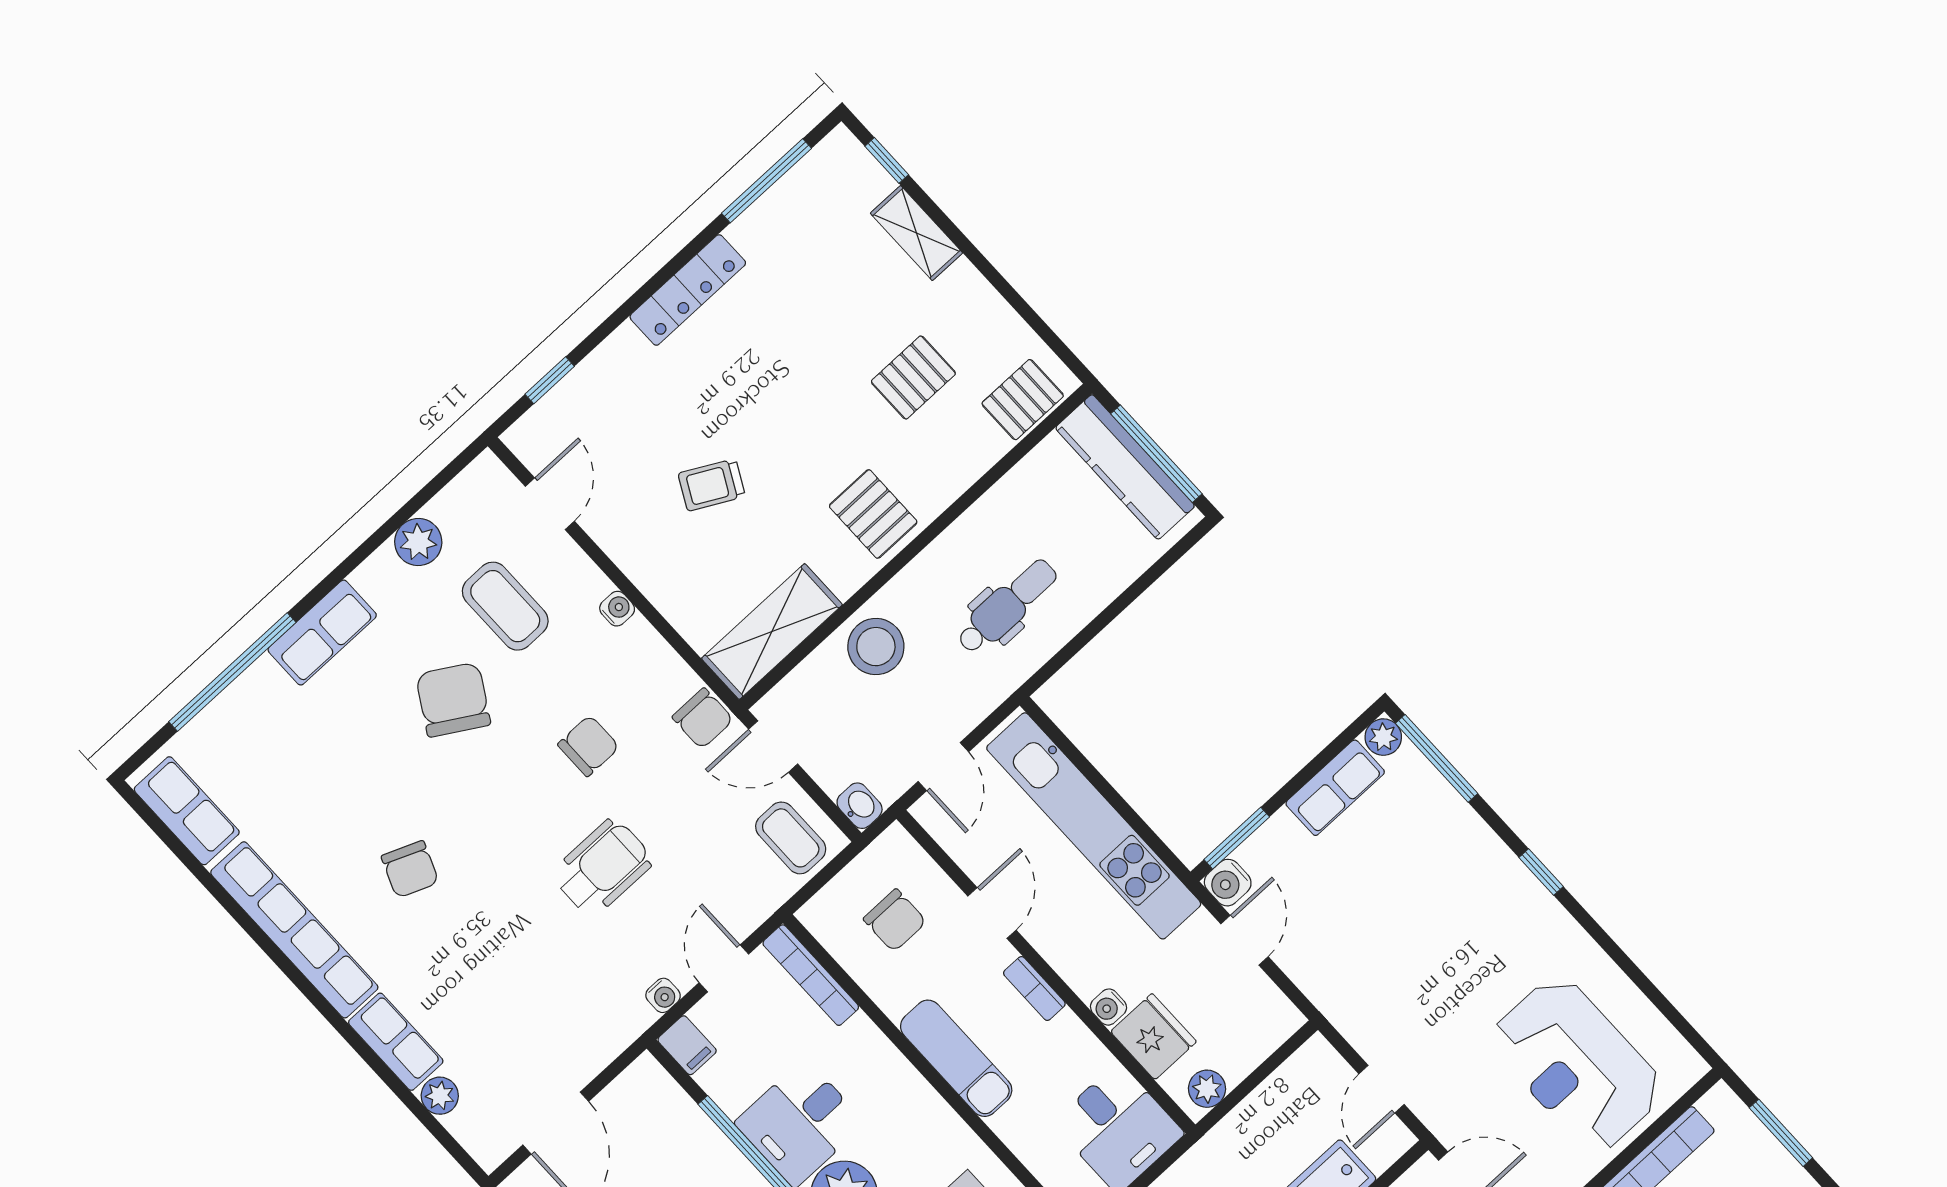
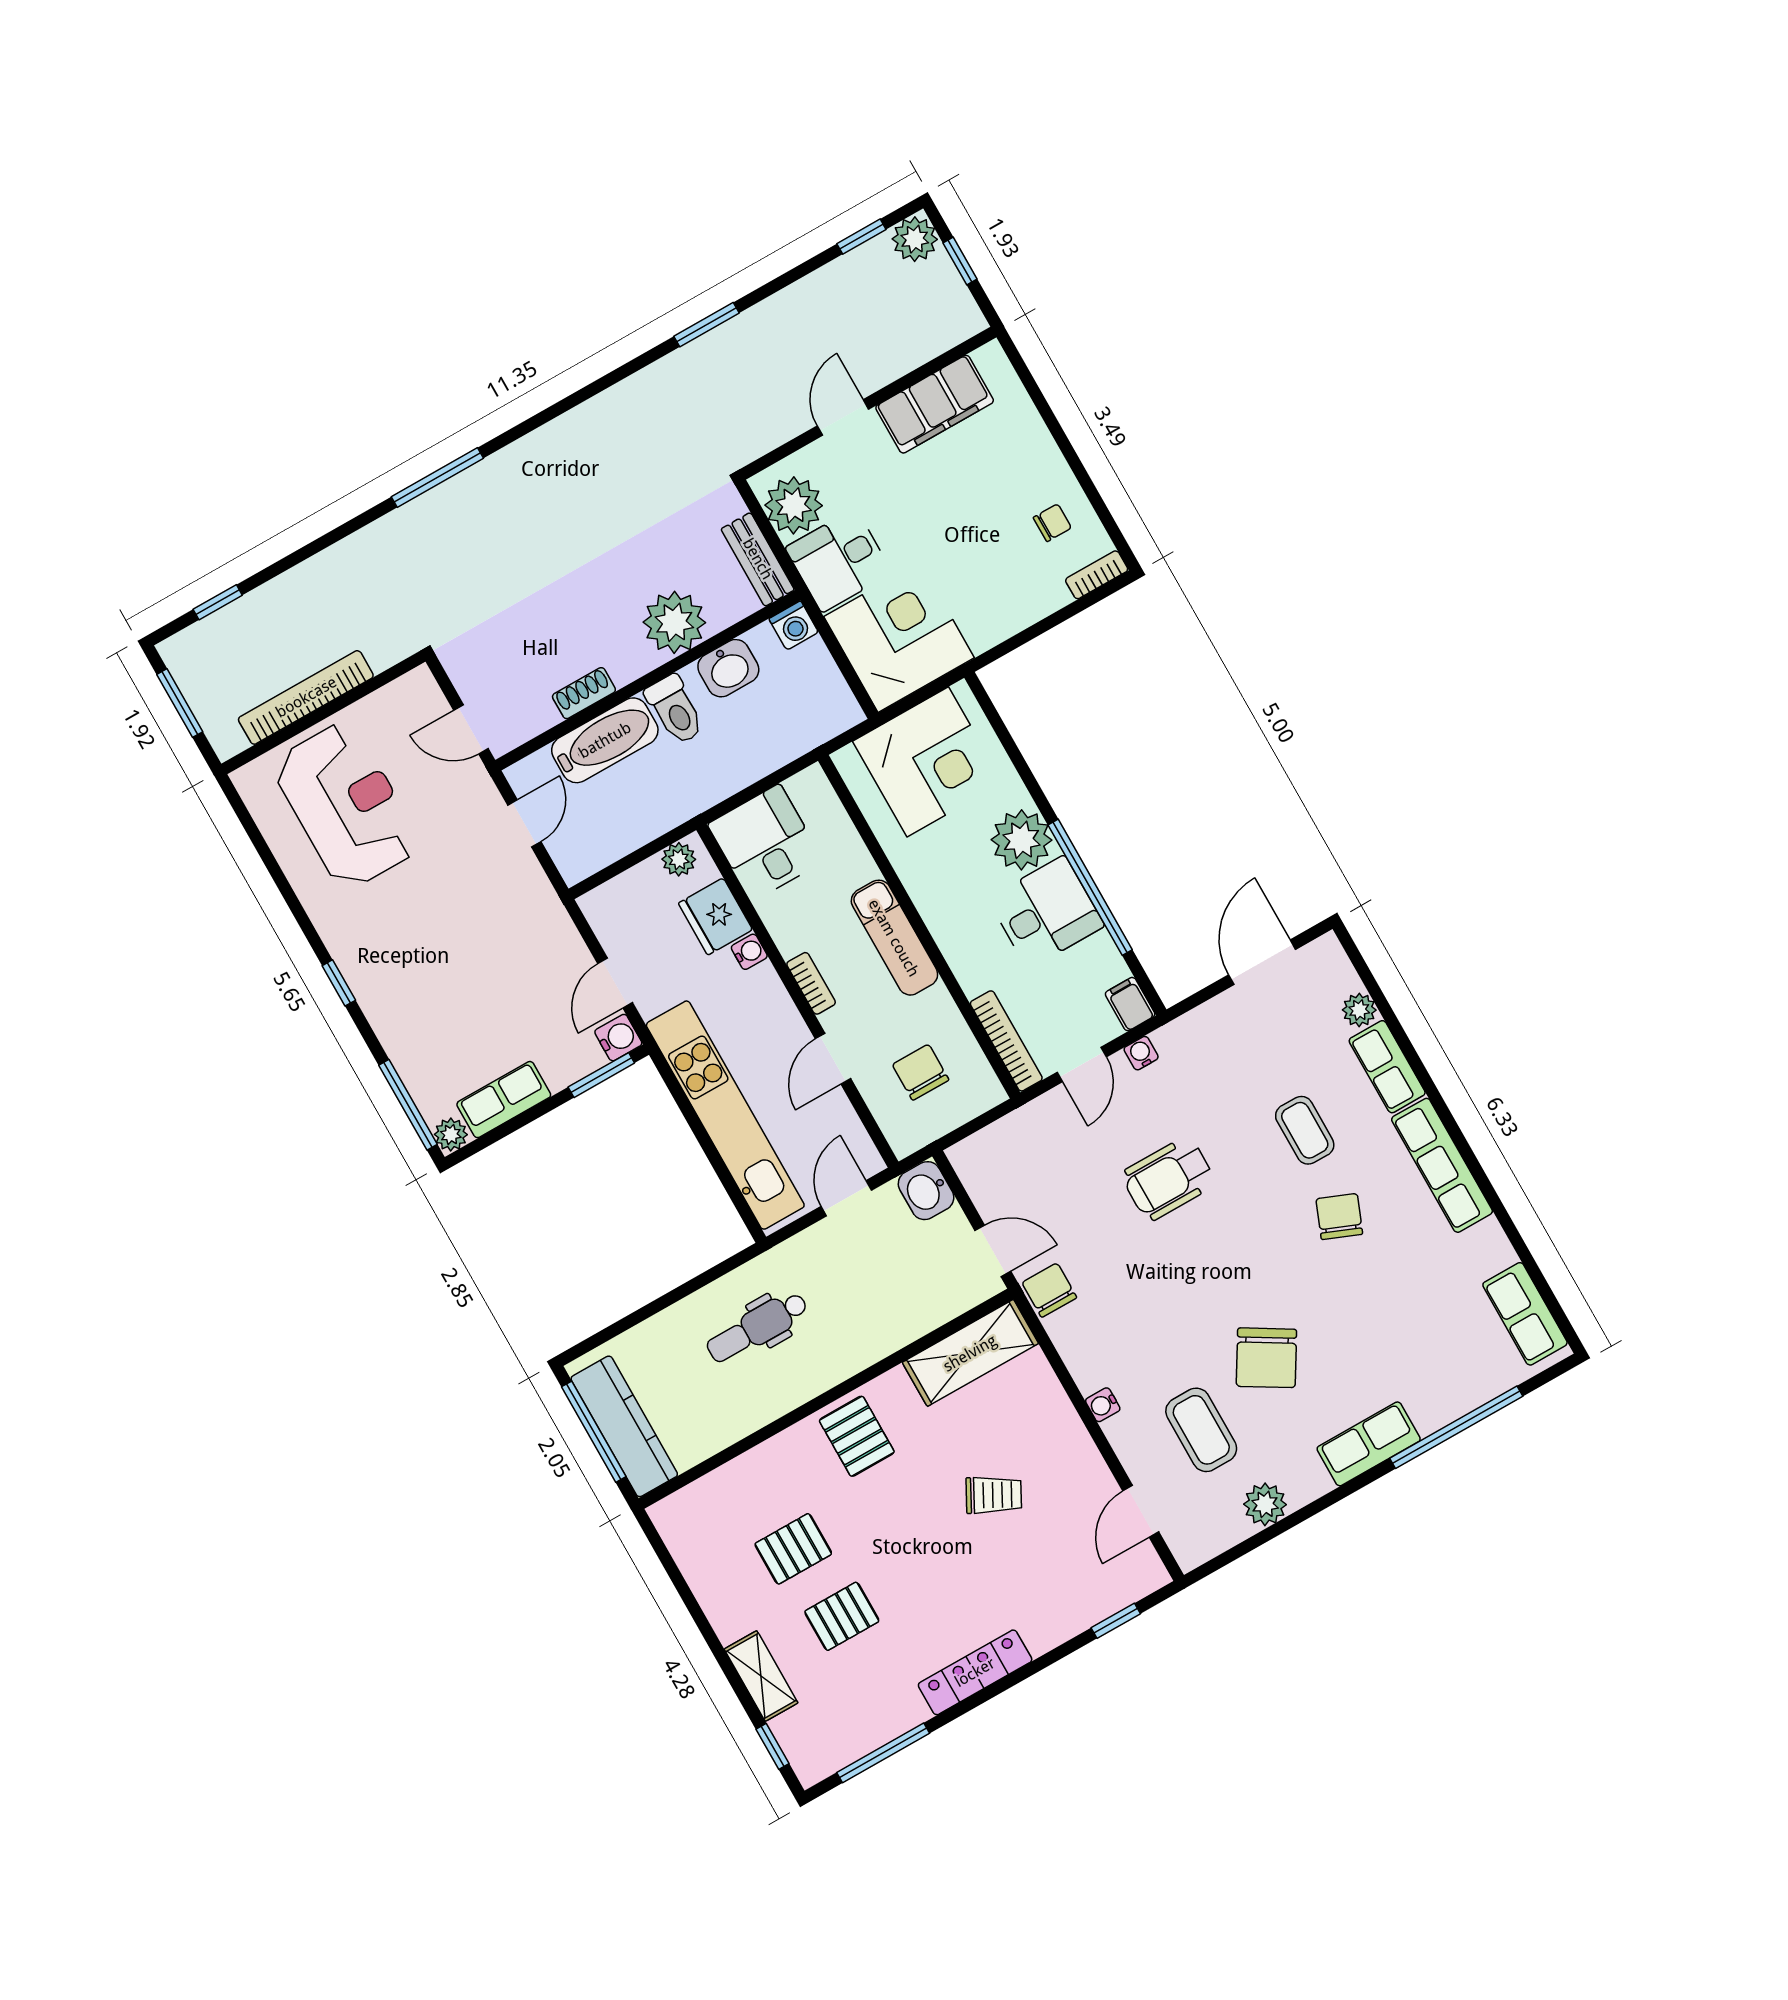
pallet: (1023, 400) -> (842, 1616), moved
stool: (876, 647) -> (881, 1318), removed
chair: (589, 746) -> (1156, 1289), removed
washbasin: (860, 806) -> (926, 1191), width x1.38, depth x1.45
coffee table: (791, 838) -> (1305, 1130), moved
row of seats: (294, 930) -> (1442, 1165), width x0.73

